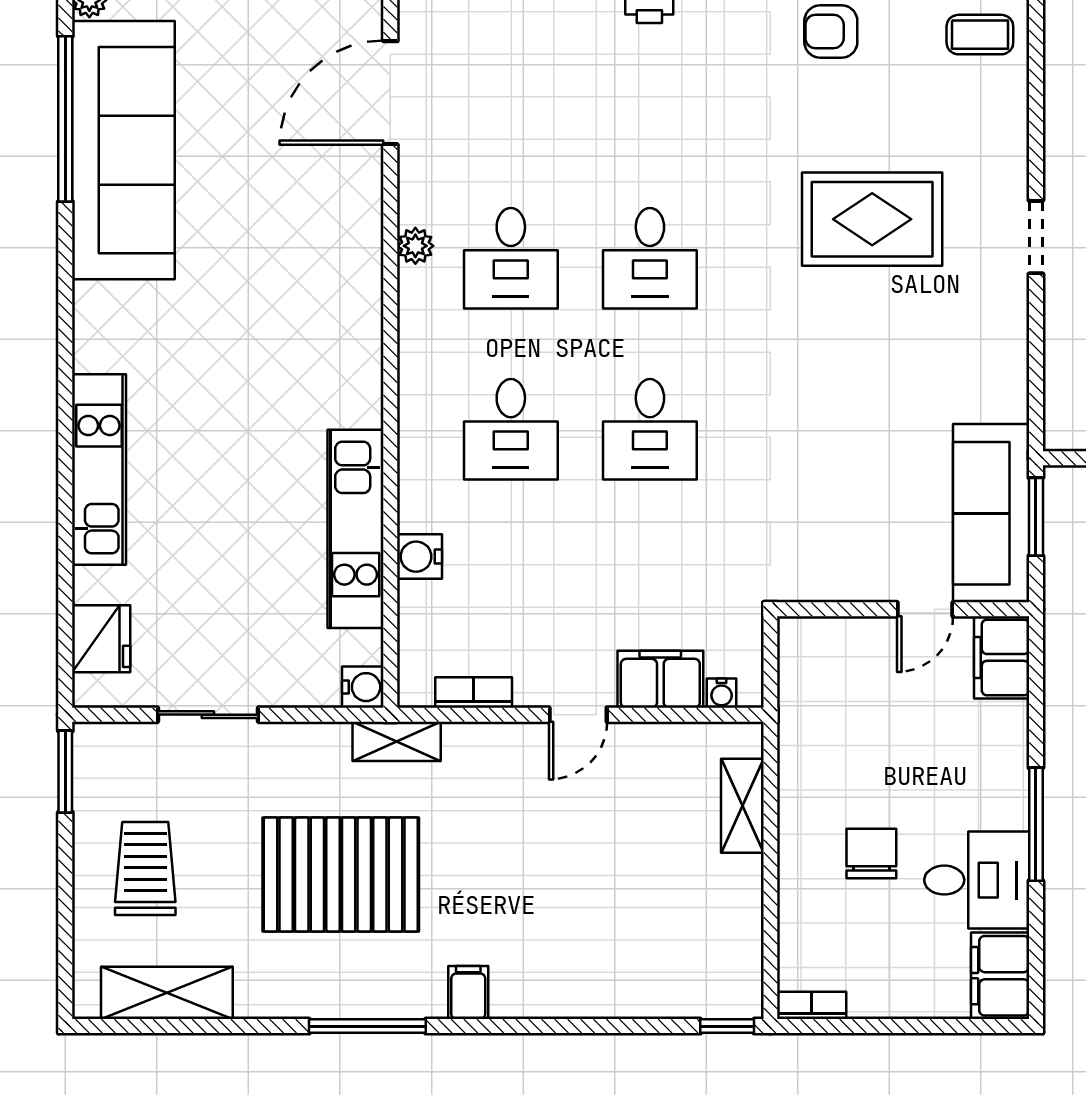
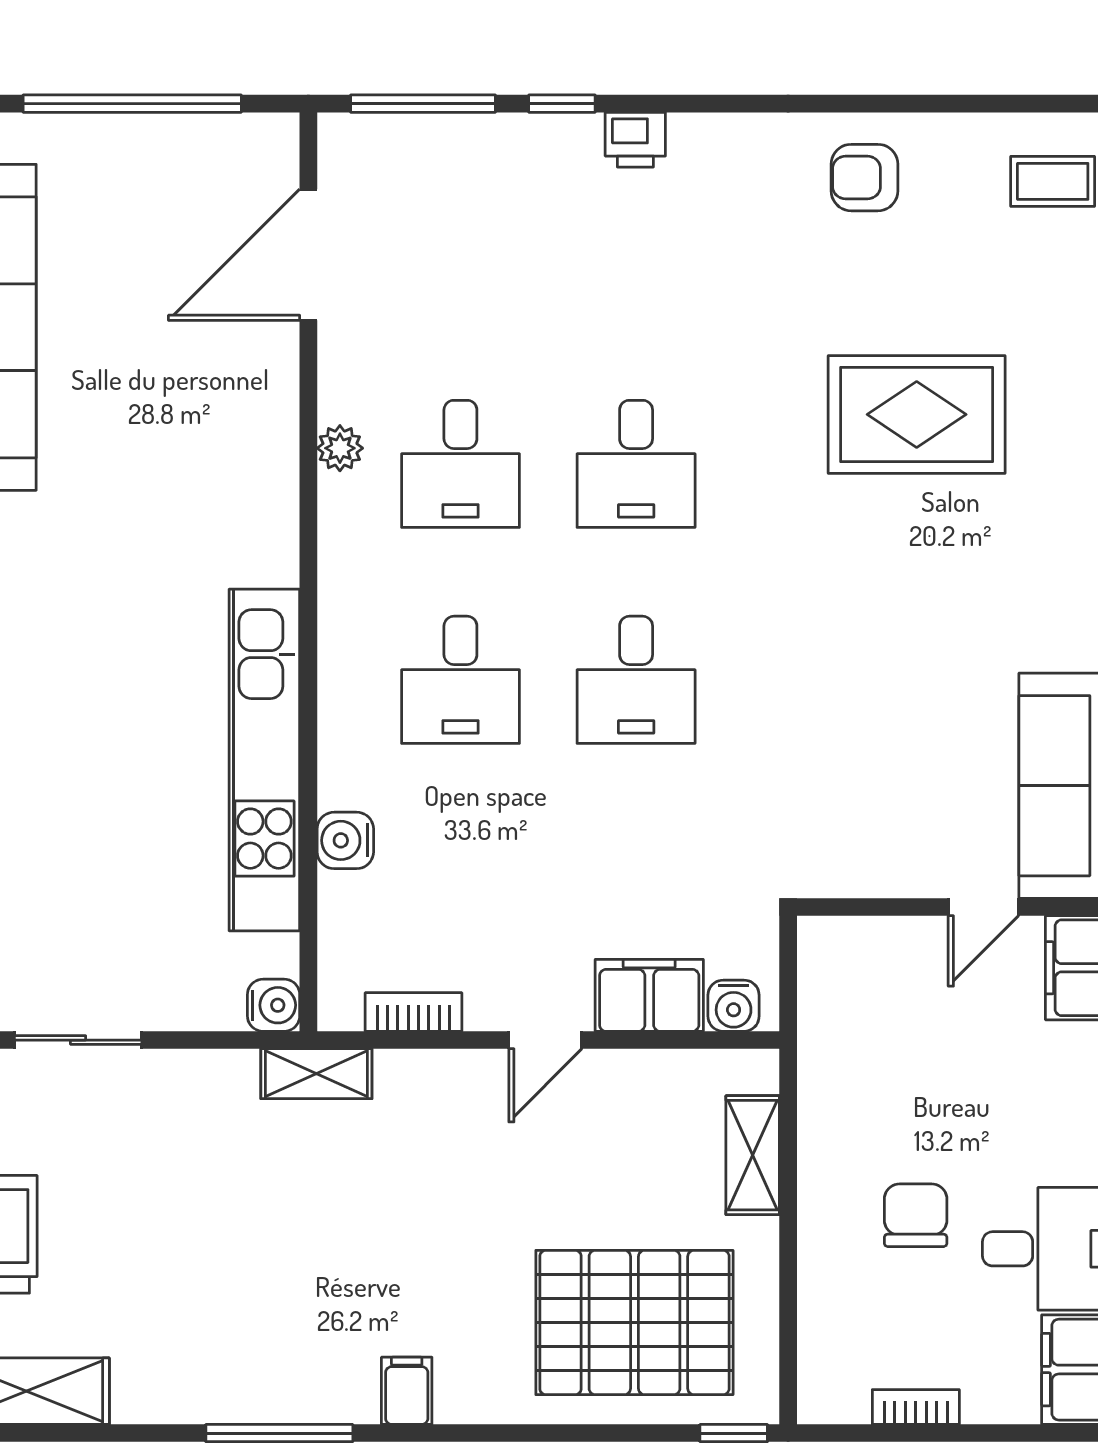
kitchen unit: (356, 529) -> (264, 760), width x1.36
water cooler: (722, 693) -> (734, 1006), width x1.38, depth x1.38
pallet: (341, 874) -> (634, 1323), moved
bookcase: (812, 1005) -> (916, 1407), moved

